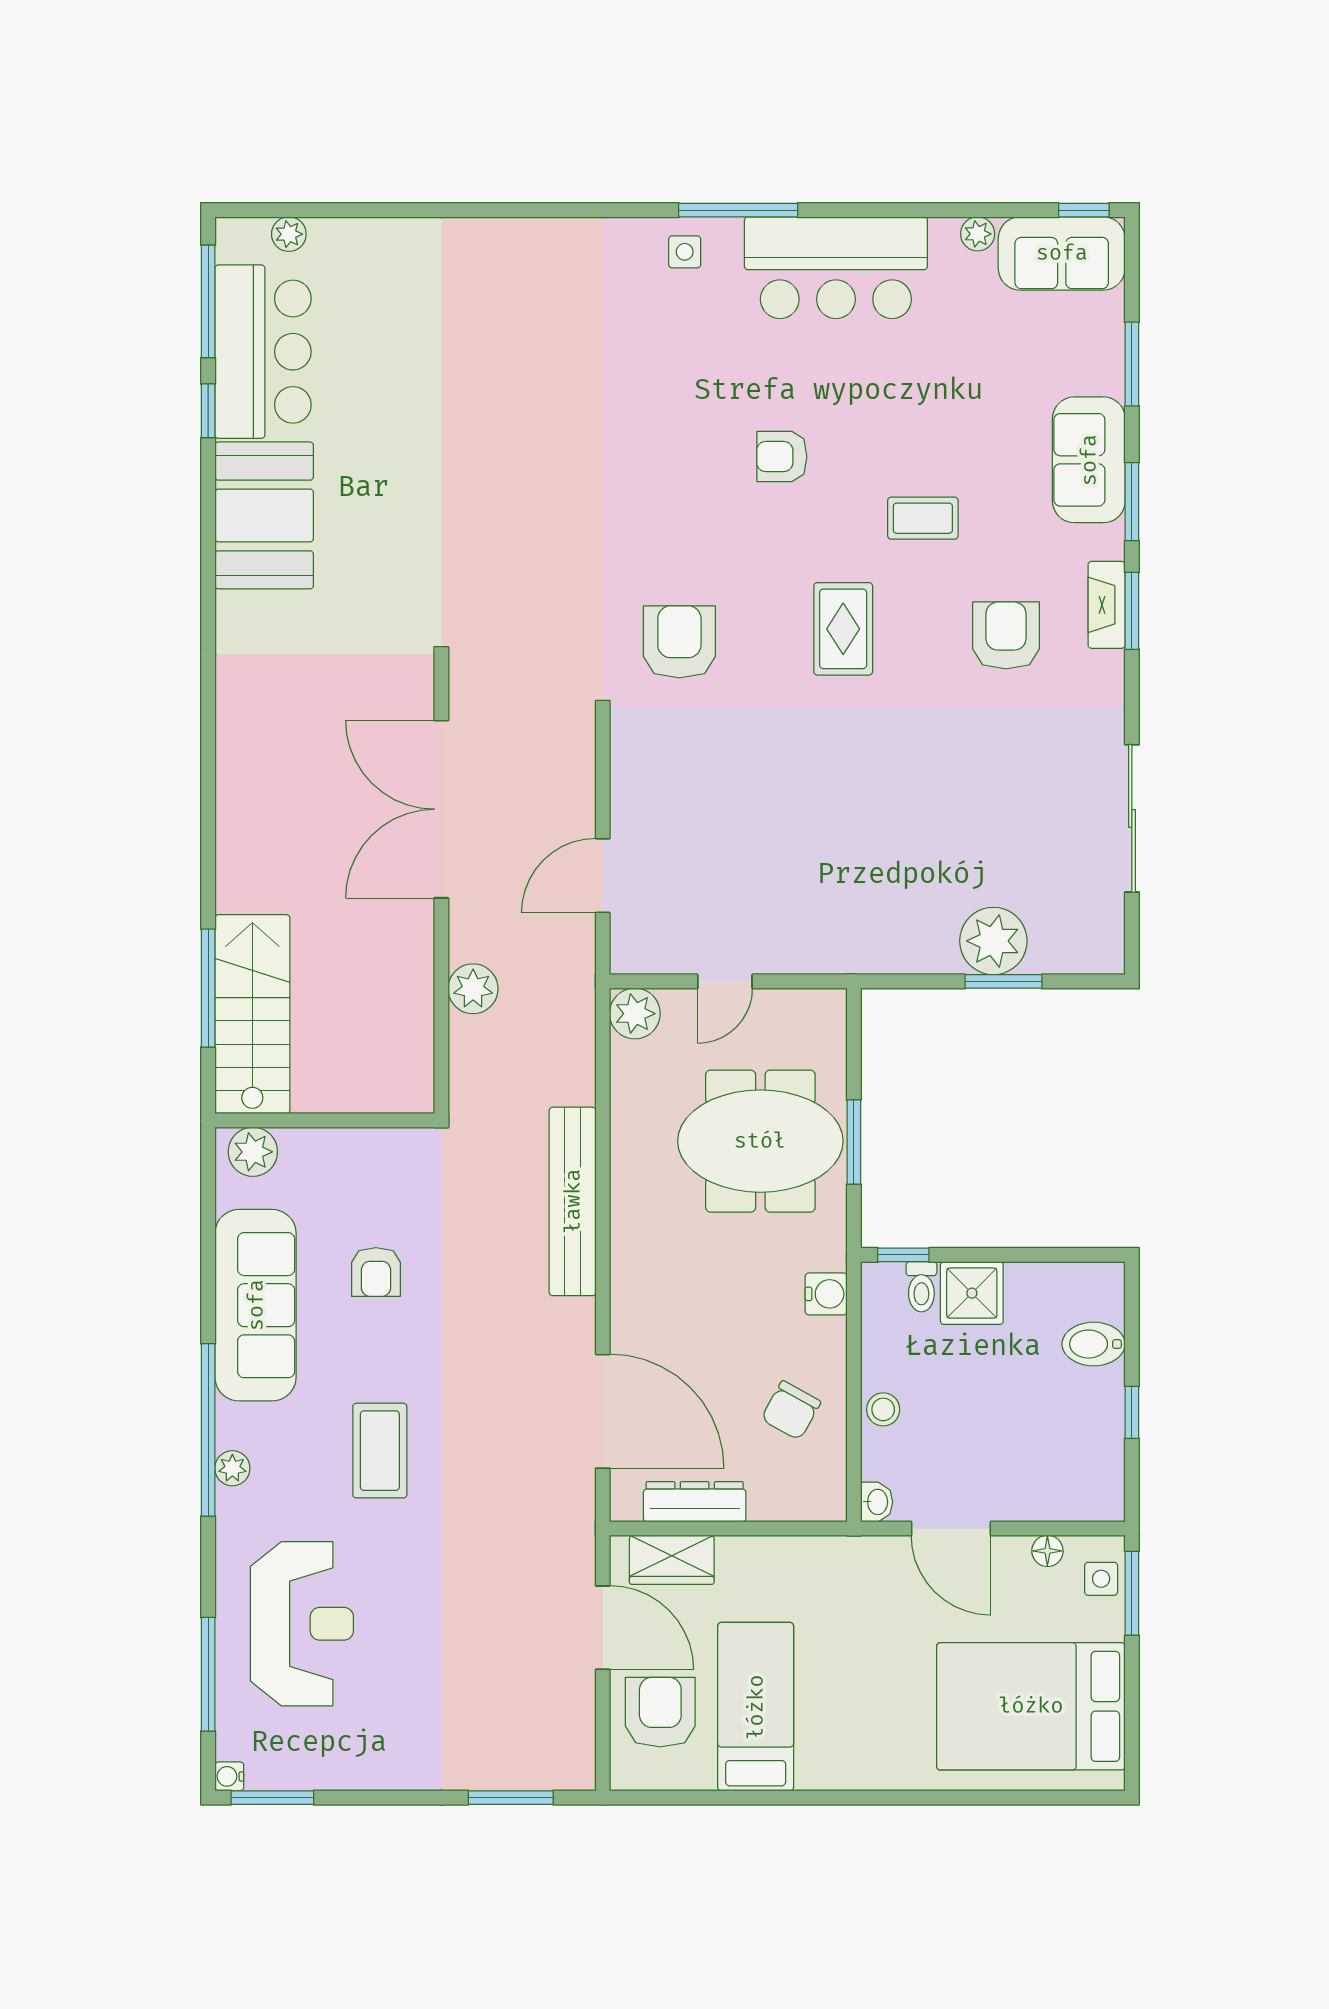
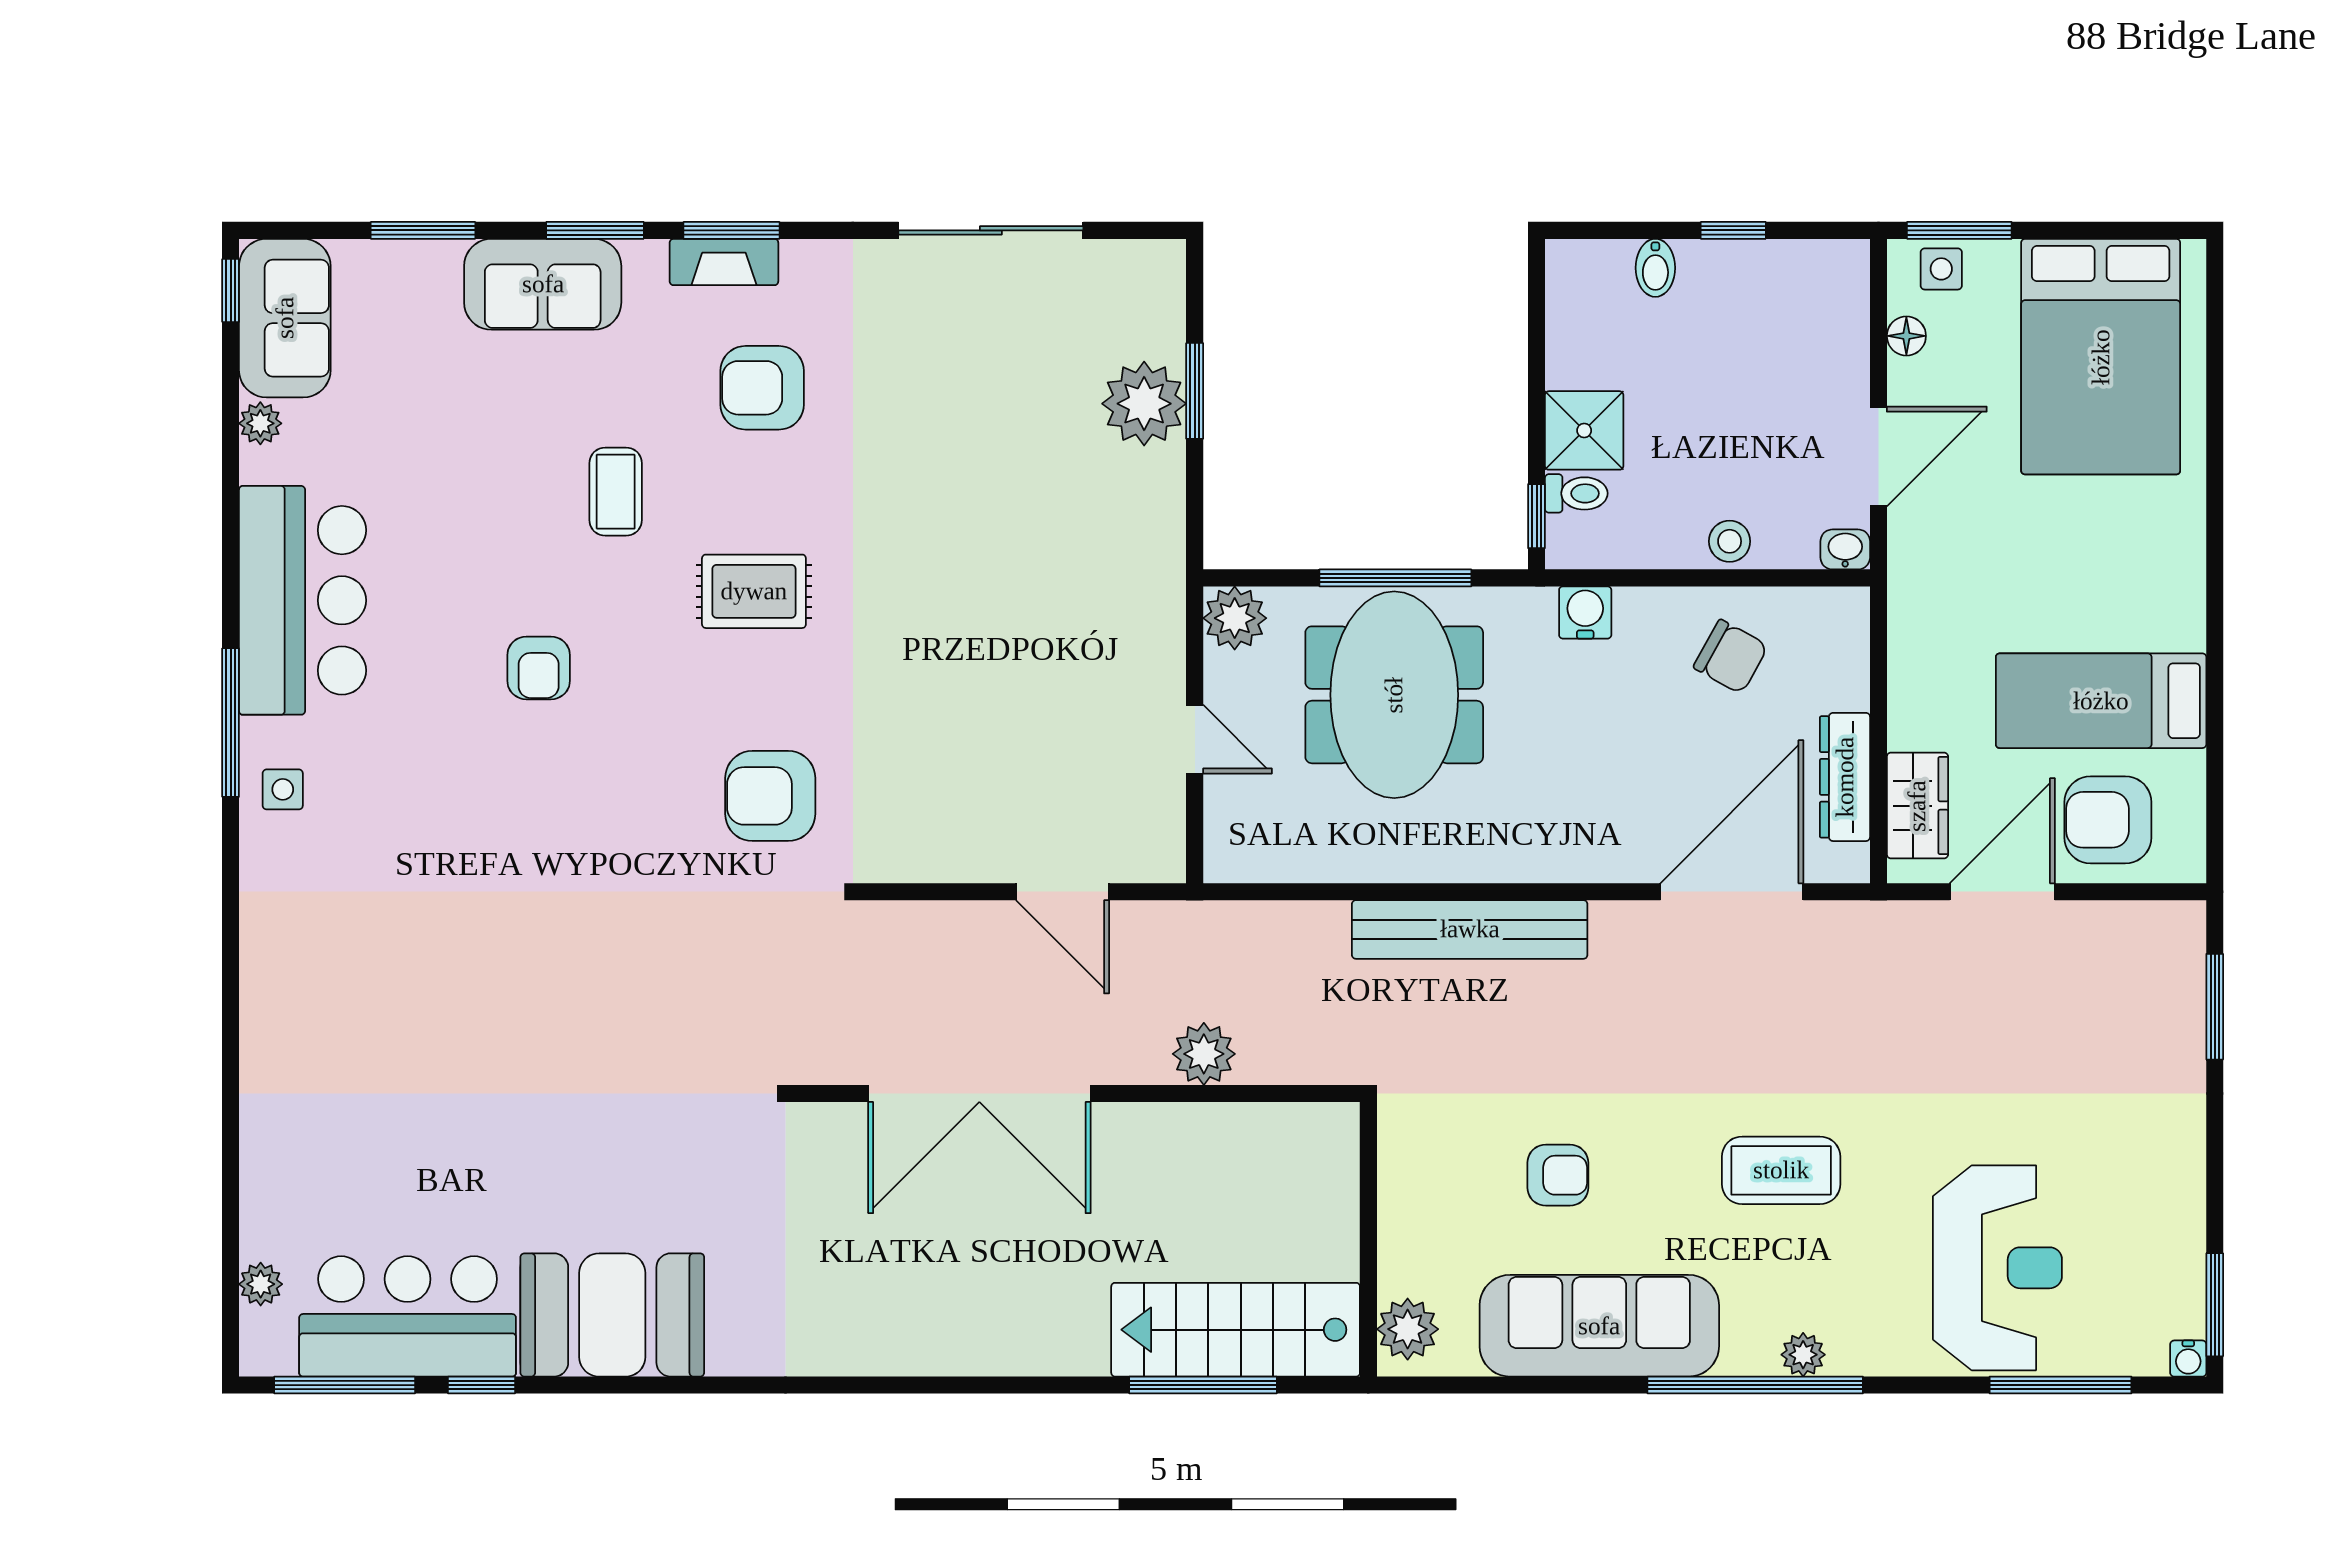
plant: (635, 1014) -> (1235, 618), moved
window: (854, 1142) -> (1395, 578), width x1.44
bidet: (1094, 1344) -> (1655, 268), width x0.72, depth x0.74
reception desk: (302, 1624) -> (1997, 1268), turned 90

